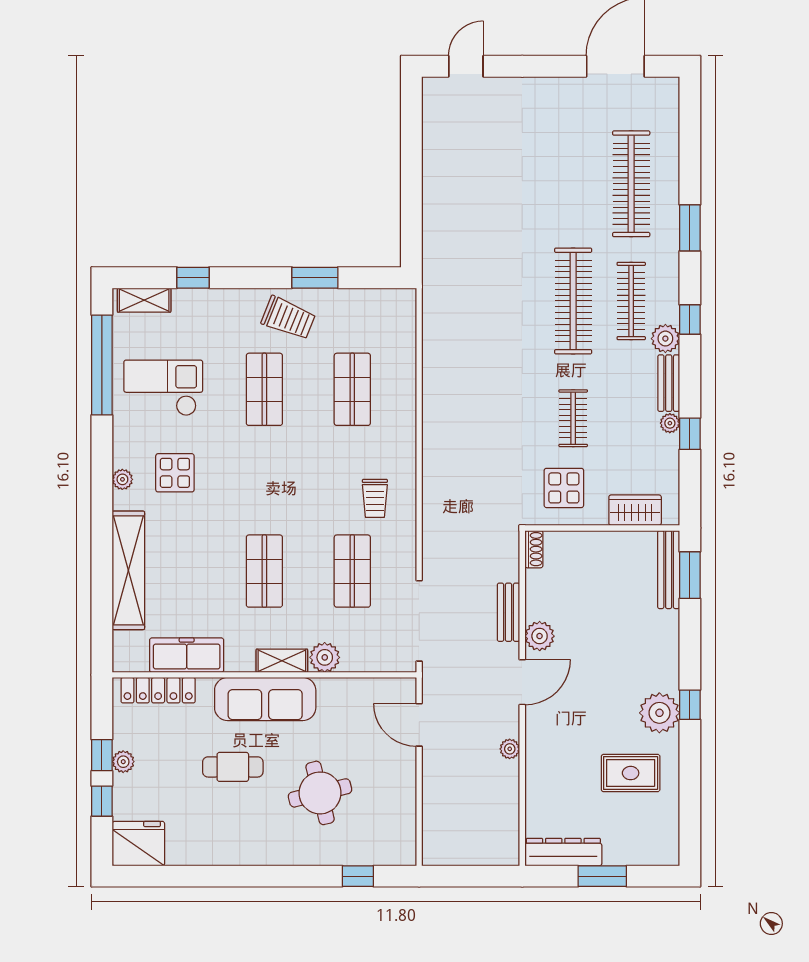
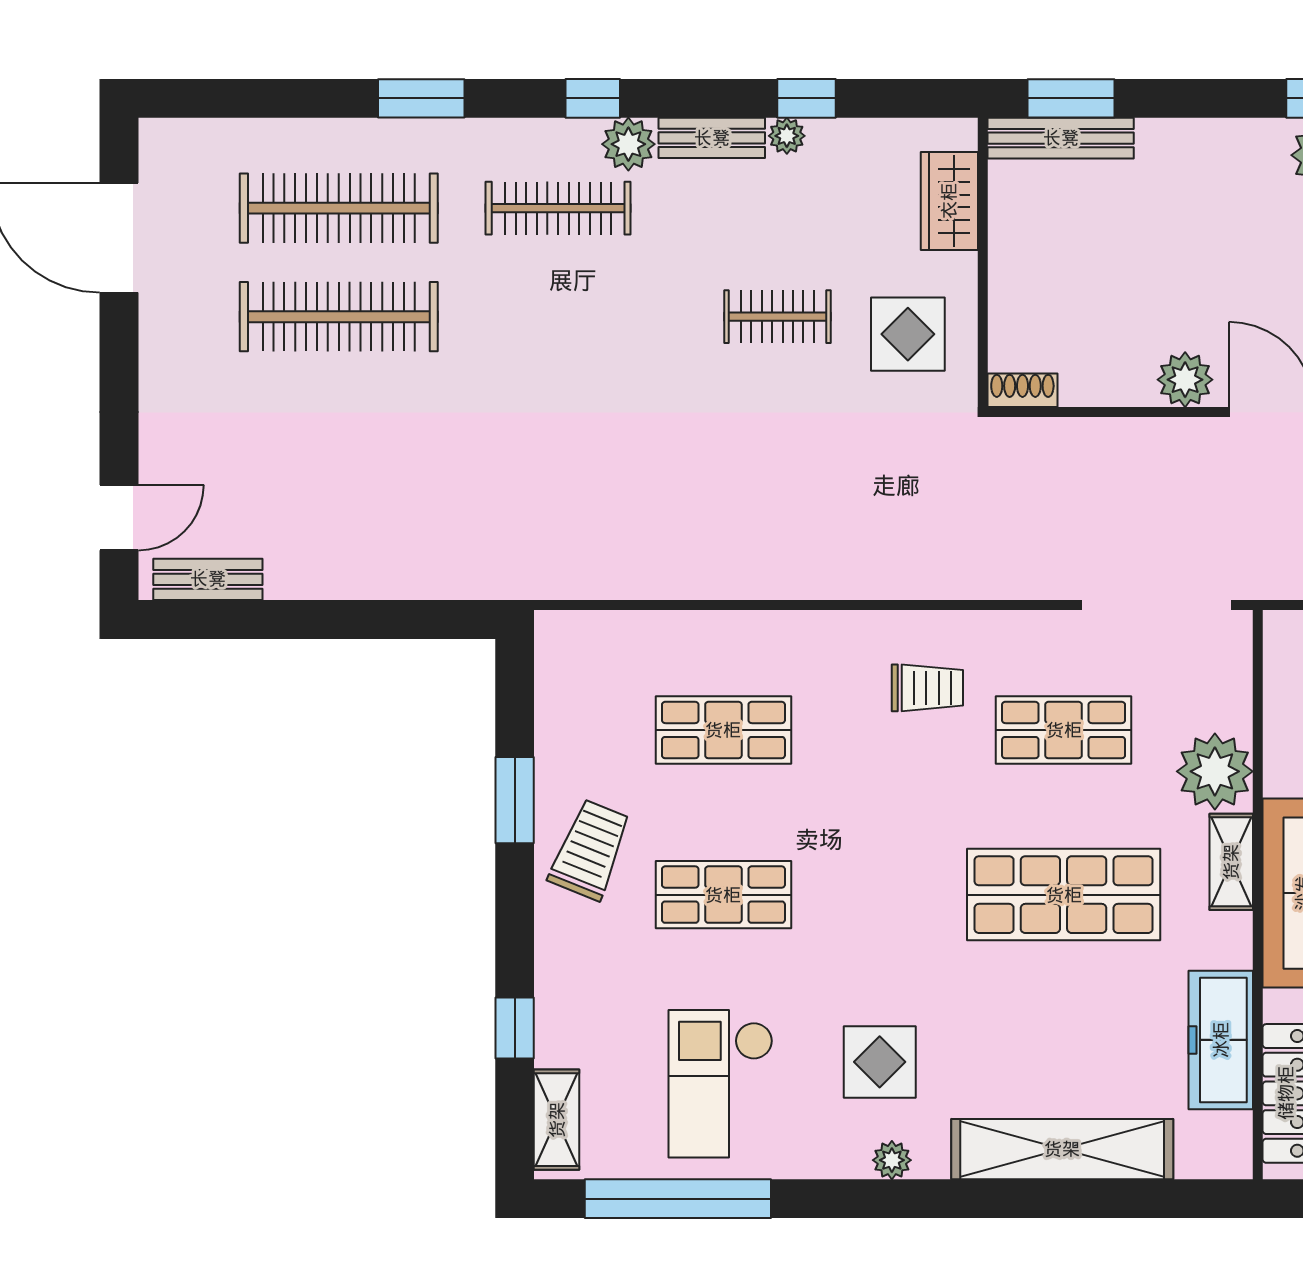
door: (466, 66) -> (119, 518), swing flipped
clothes rail: (573, 301) -> (339, 317), moved
shop shelf: (264, 571) -> (1064, 895), width x1.43, depth x1.36
bench: (509, 612) -> (208, 579), moved
plant: (325, 657) -> (1215, 771), width x1.36, depth x1.36

